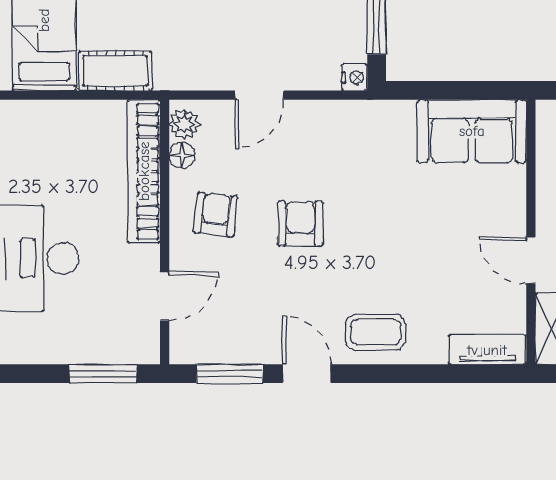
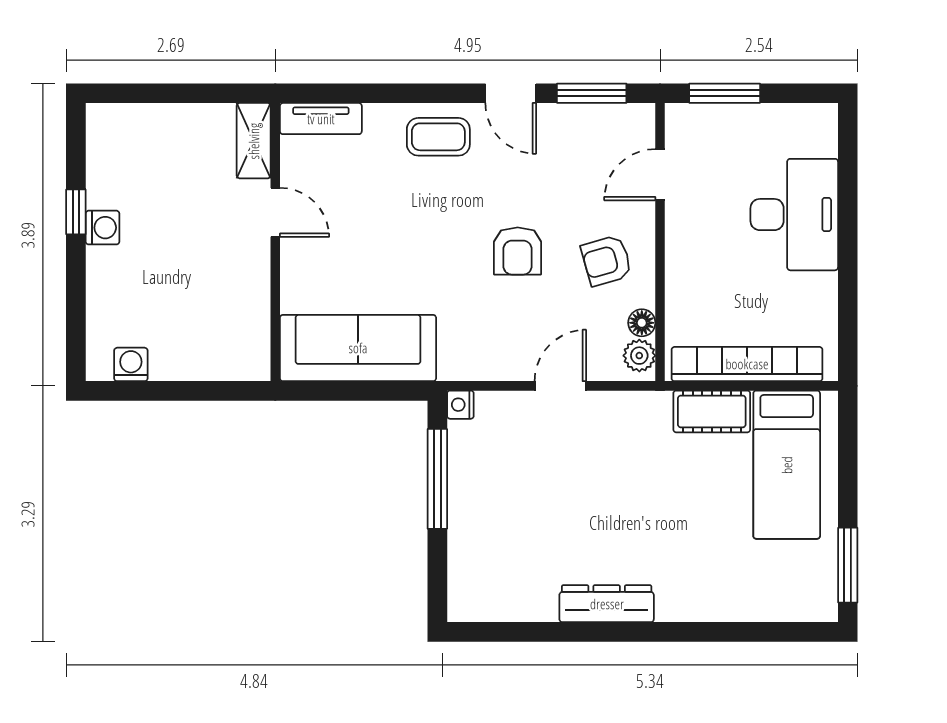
sofa: (472, 131) -> (358, 348), width x1.36
bookcase: (144, 171) -> (747, 364), moved, turned -90
armchair: (216, 214) -> (606, 261), turned 67

